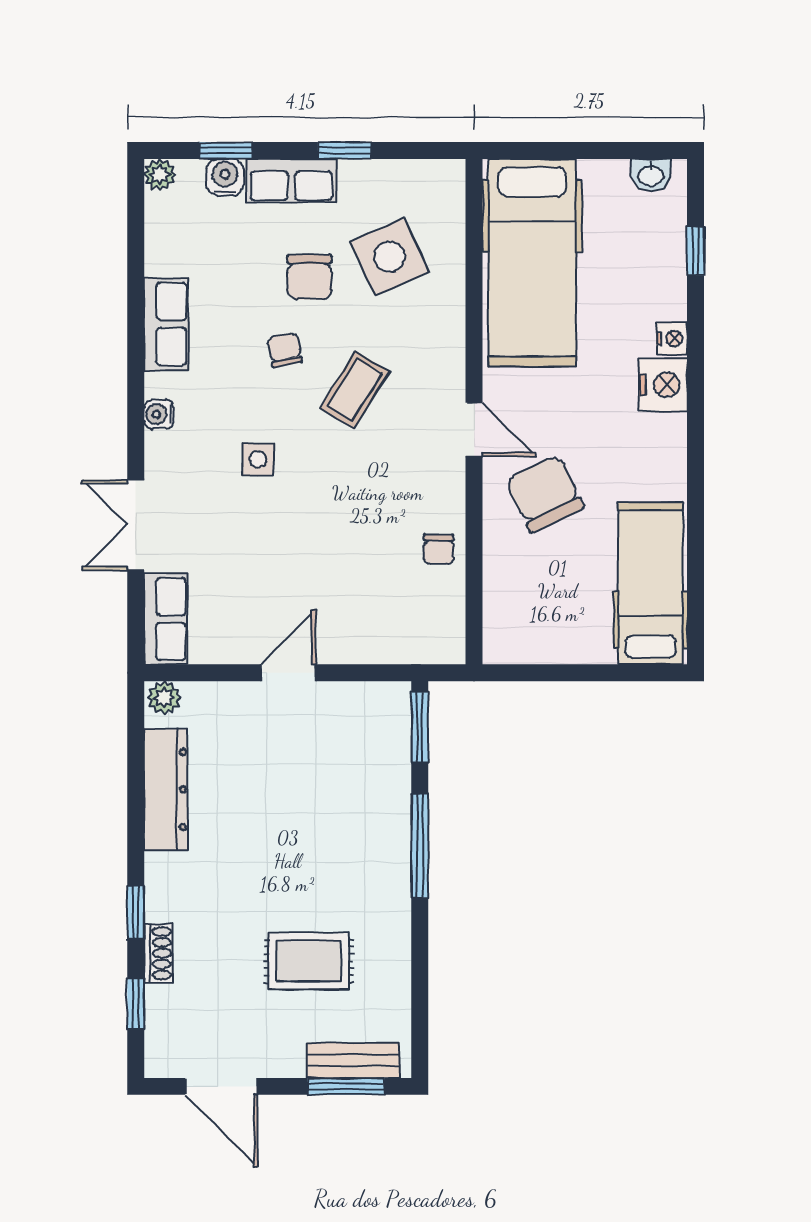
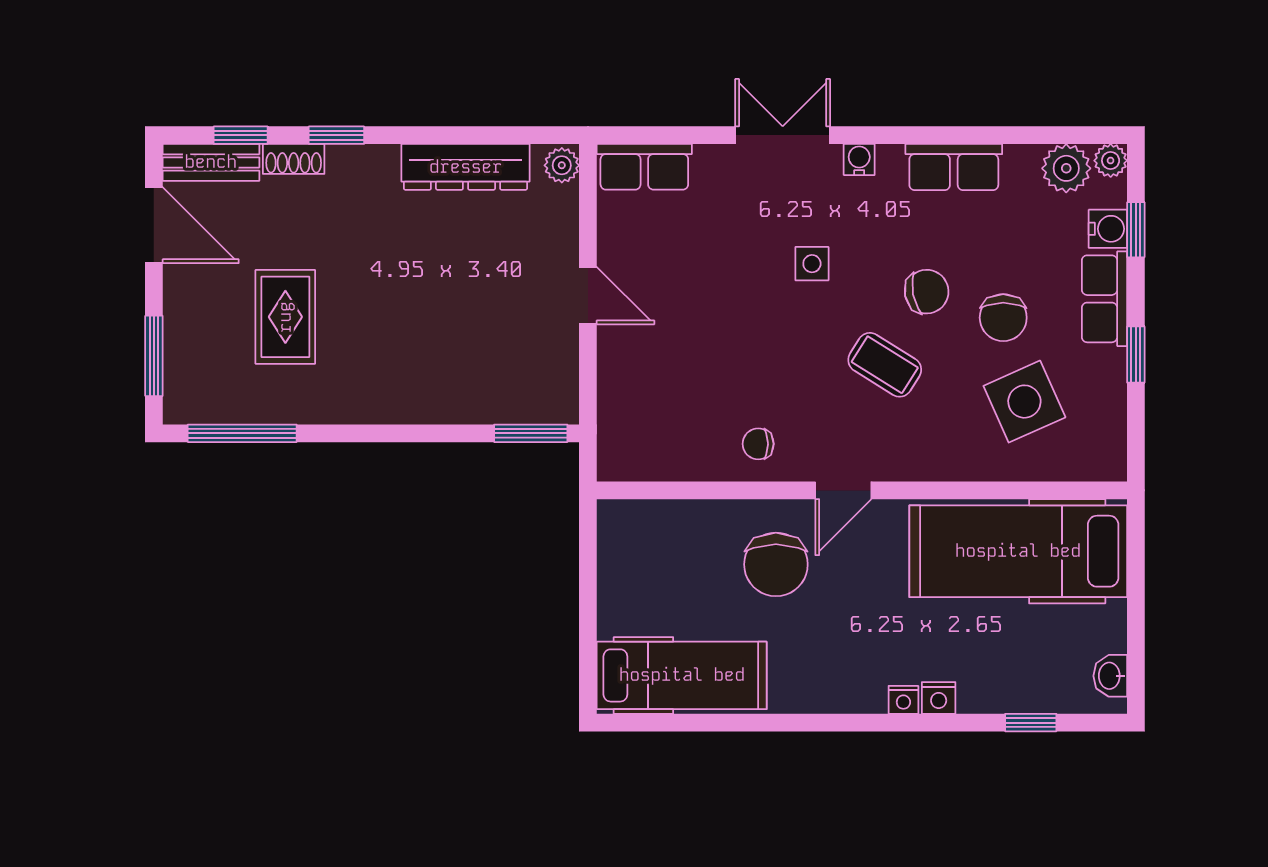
plant: (167, 217) -> (1066, 168), added
chair: (310, 277) -> (1003, 318), turned -90
chair: (285, 350) -> (927, 292), width x1.37, depth x1.37
nightstand: (663, 385) -> (903, 700), width x0.53, depth x0.56
chair: (545, 494) -> (776, 564), turned 116
double door: (136, 525) -> (783, 135), moved
chair: (439, 549) -> (758, 444), moved
window: (420, 846) -> (242, 433), moved
bench: (353, 1060) -> (211, 162), moved, turned 90
door: (221, 1086) -> (154, 225), swing flipped

